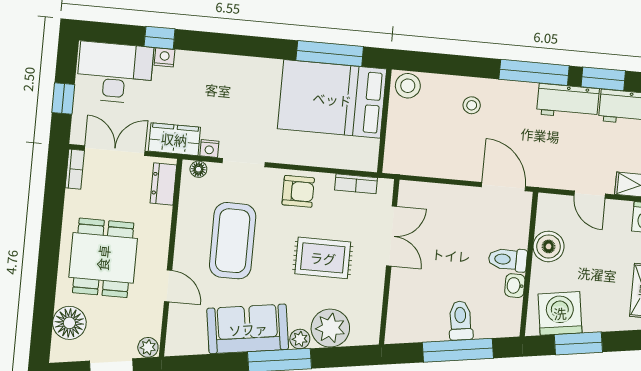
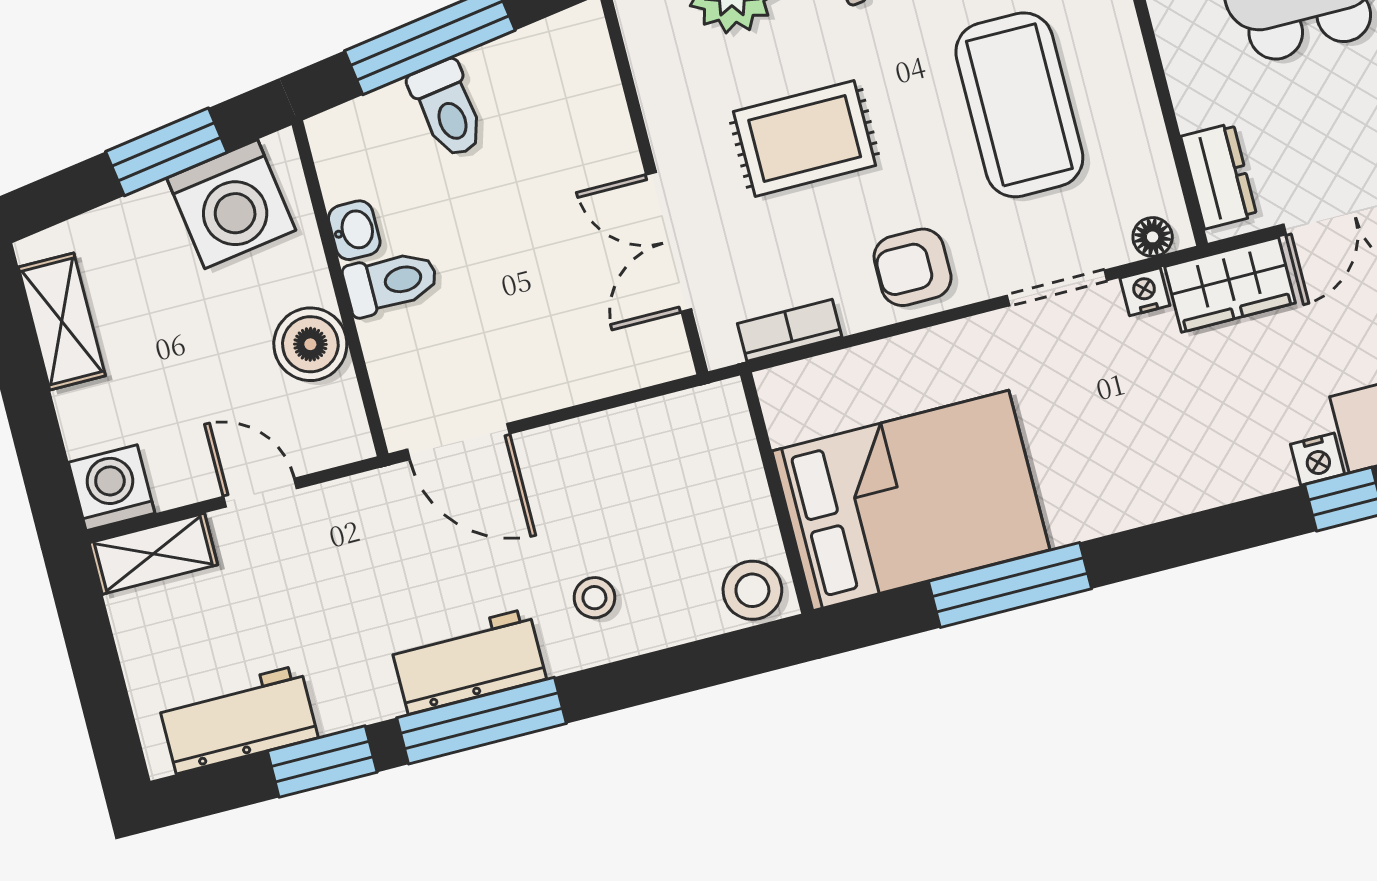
window: (330, 53) -> (1010, 585), moved
workbench: (568, 101) -> (468, 661), moved

